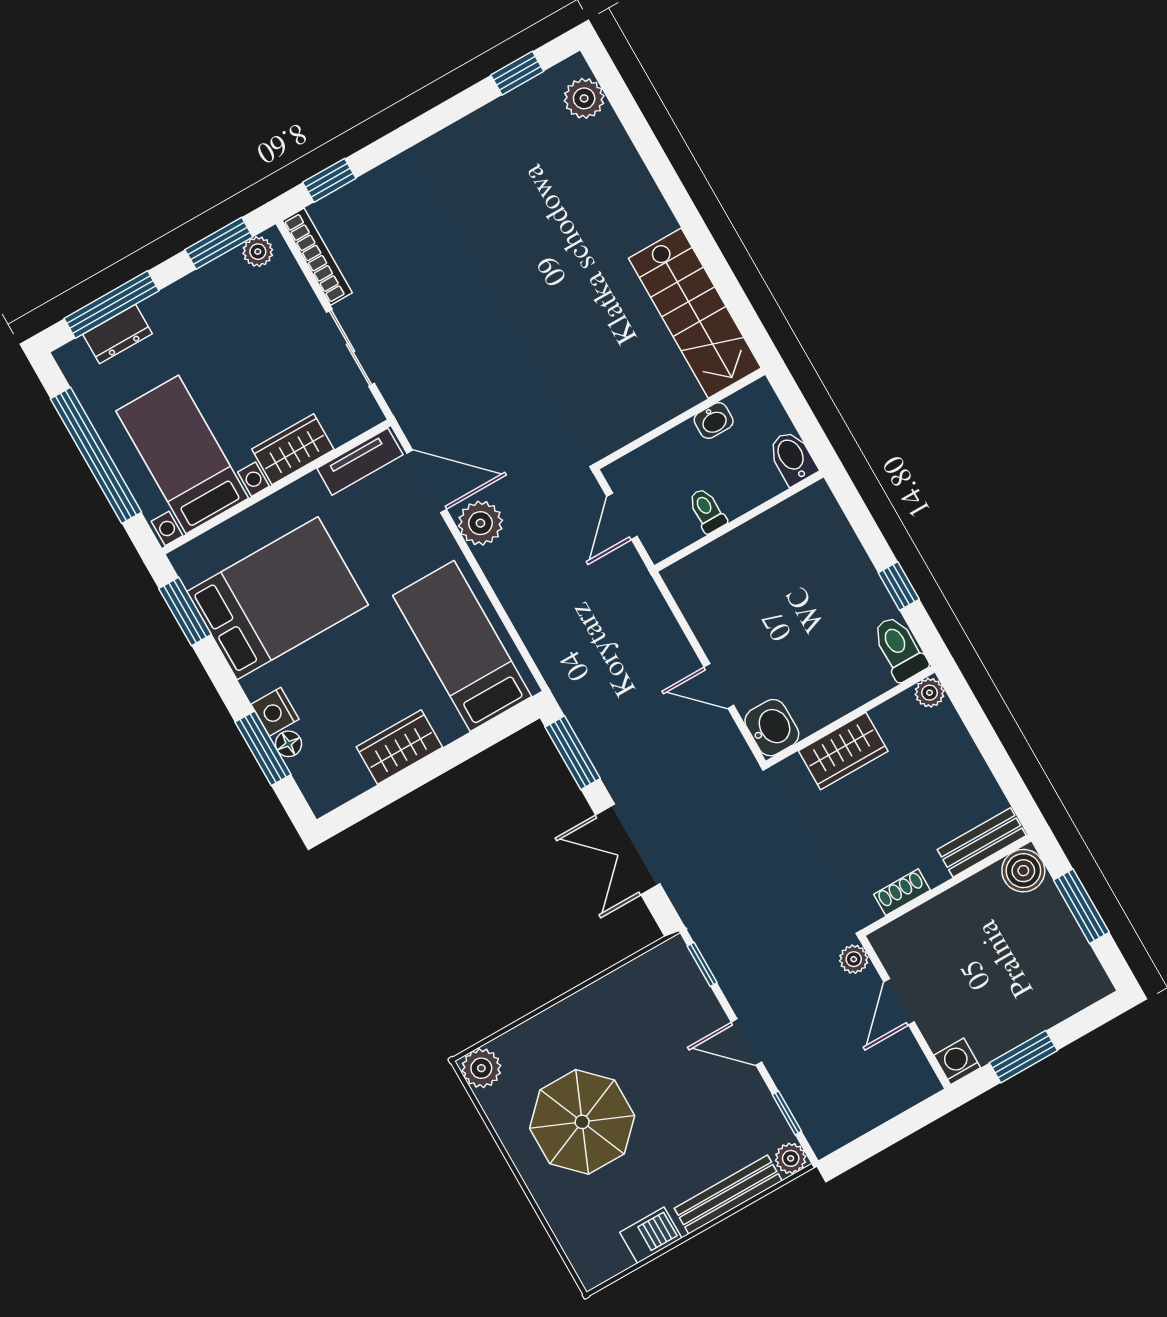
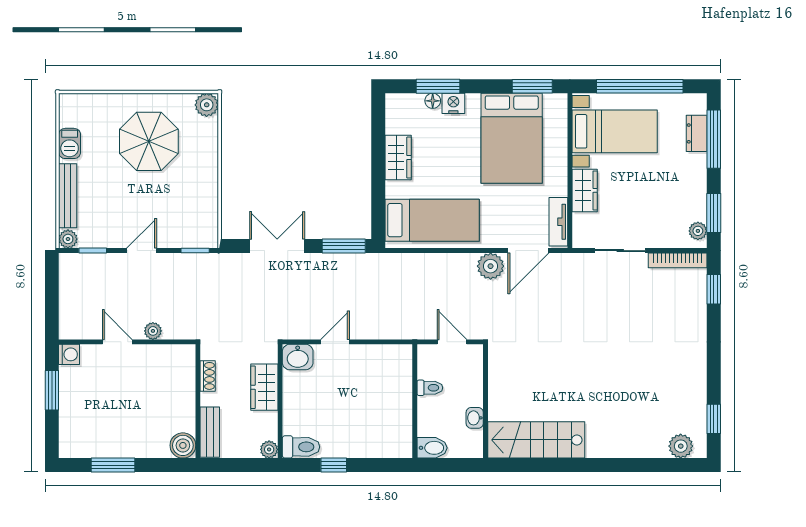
bench: (982, 843) -> (210, 432), moved
boiler: (1023, 871) -> (183, 445), moved
wall: (947, 885) -> (198, 401), moved
shoe rack: (902, 892) -> (208, 376), moved

